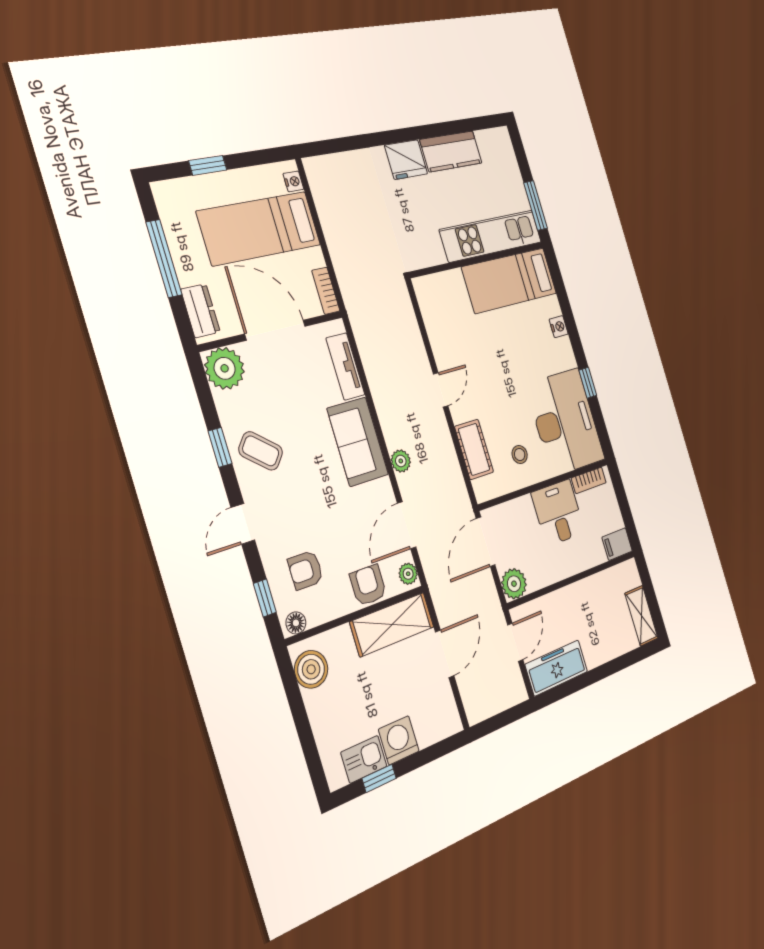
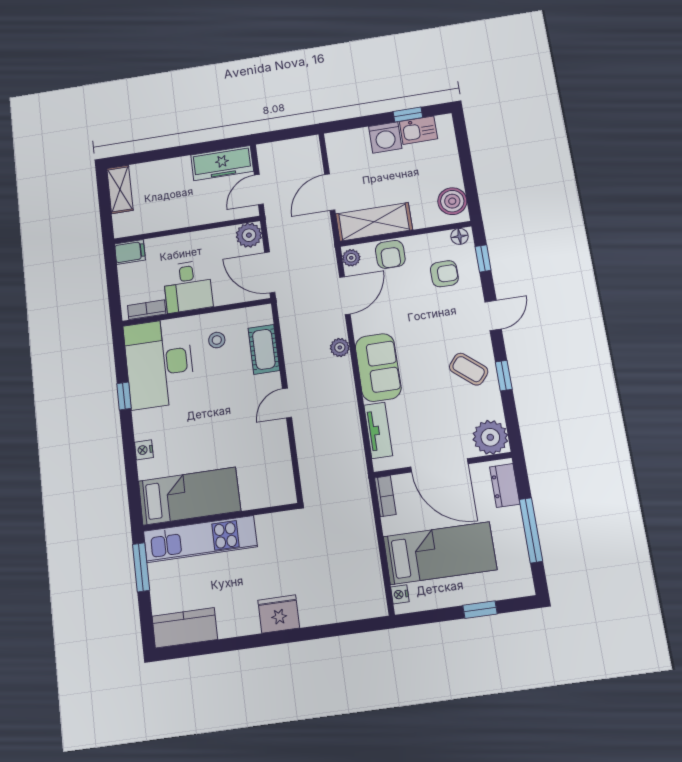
kitchen counter: (451, 151) -> (185, 628), moved
door: (486, 542) -> (270, 272), swing flipped

